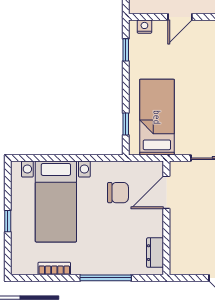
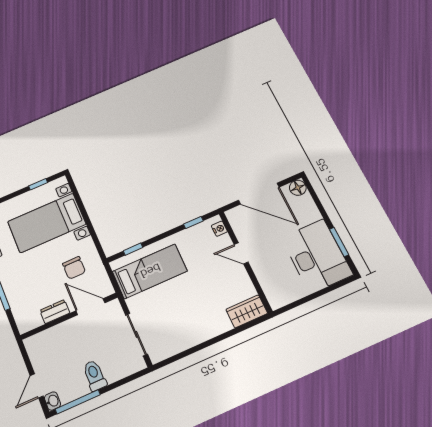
window: (8, 221) -> (38, 184), moved
dresser: (155, 253) -> (55, 312), moved

